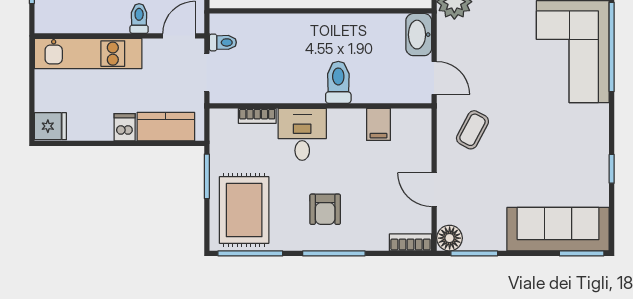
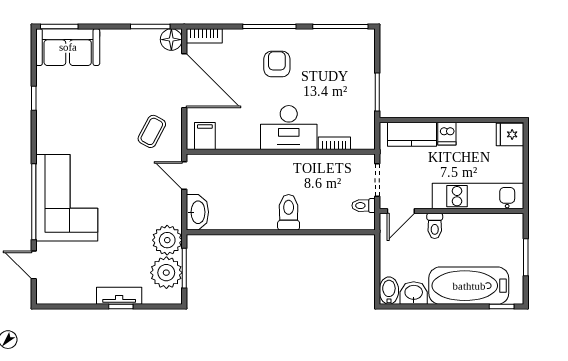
toilet: (338, 82) -> (289, 212), moved, turned 180
filing cabinet: (378, 124) -> (205, 136), moved
desk: (302, 134) -> (289, 128), width x1.37
door: (434, 190) -> (184, 81), width x1.87
rug: (244, 210) -> (346, 63), removed
sofa: (558, 229) -> (68, 47), width x0.73

